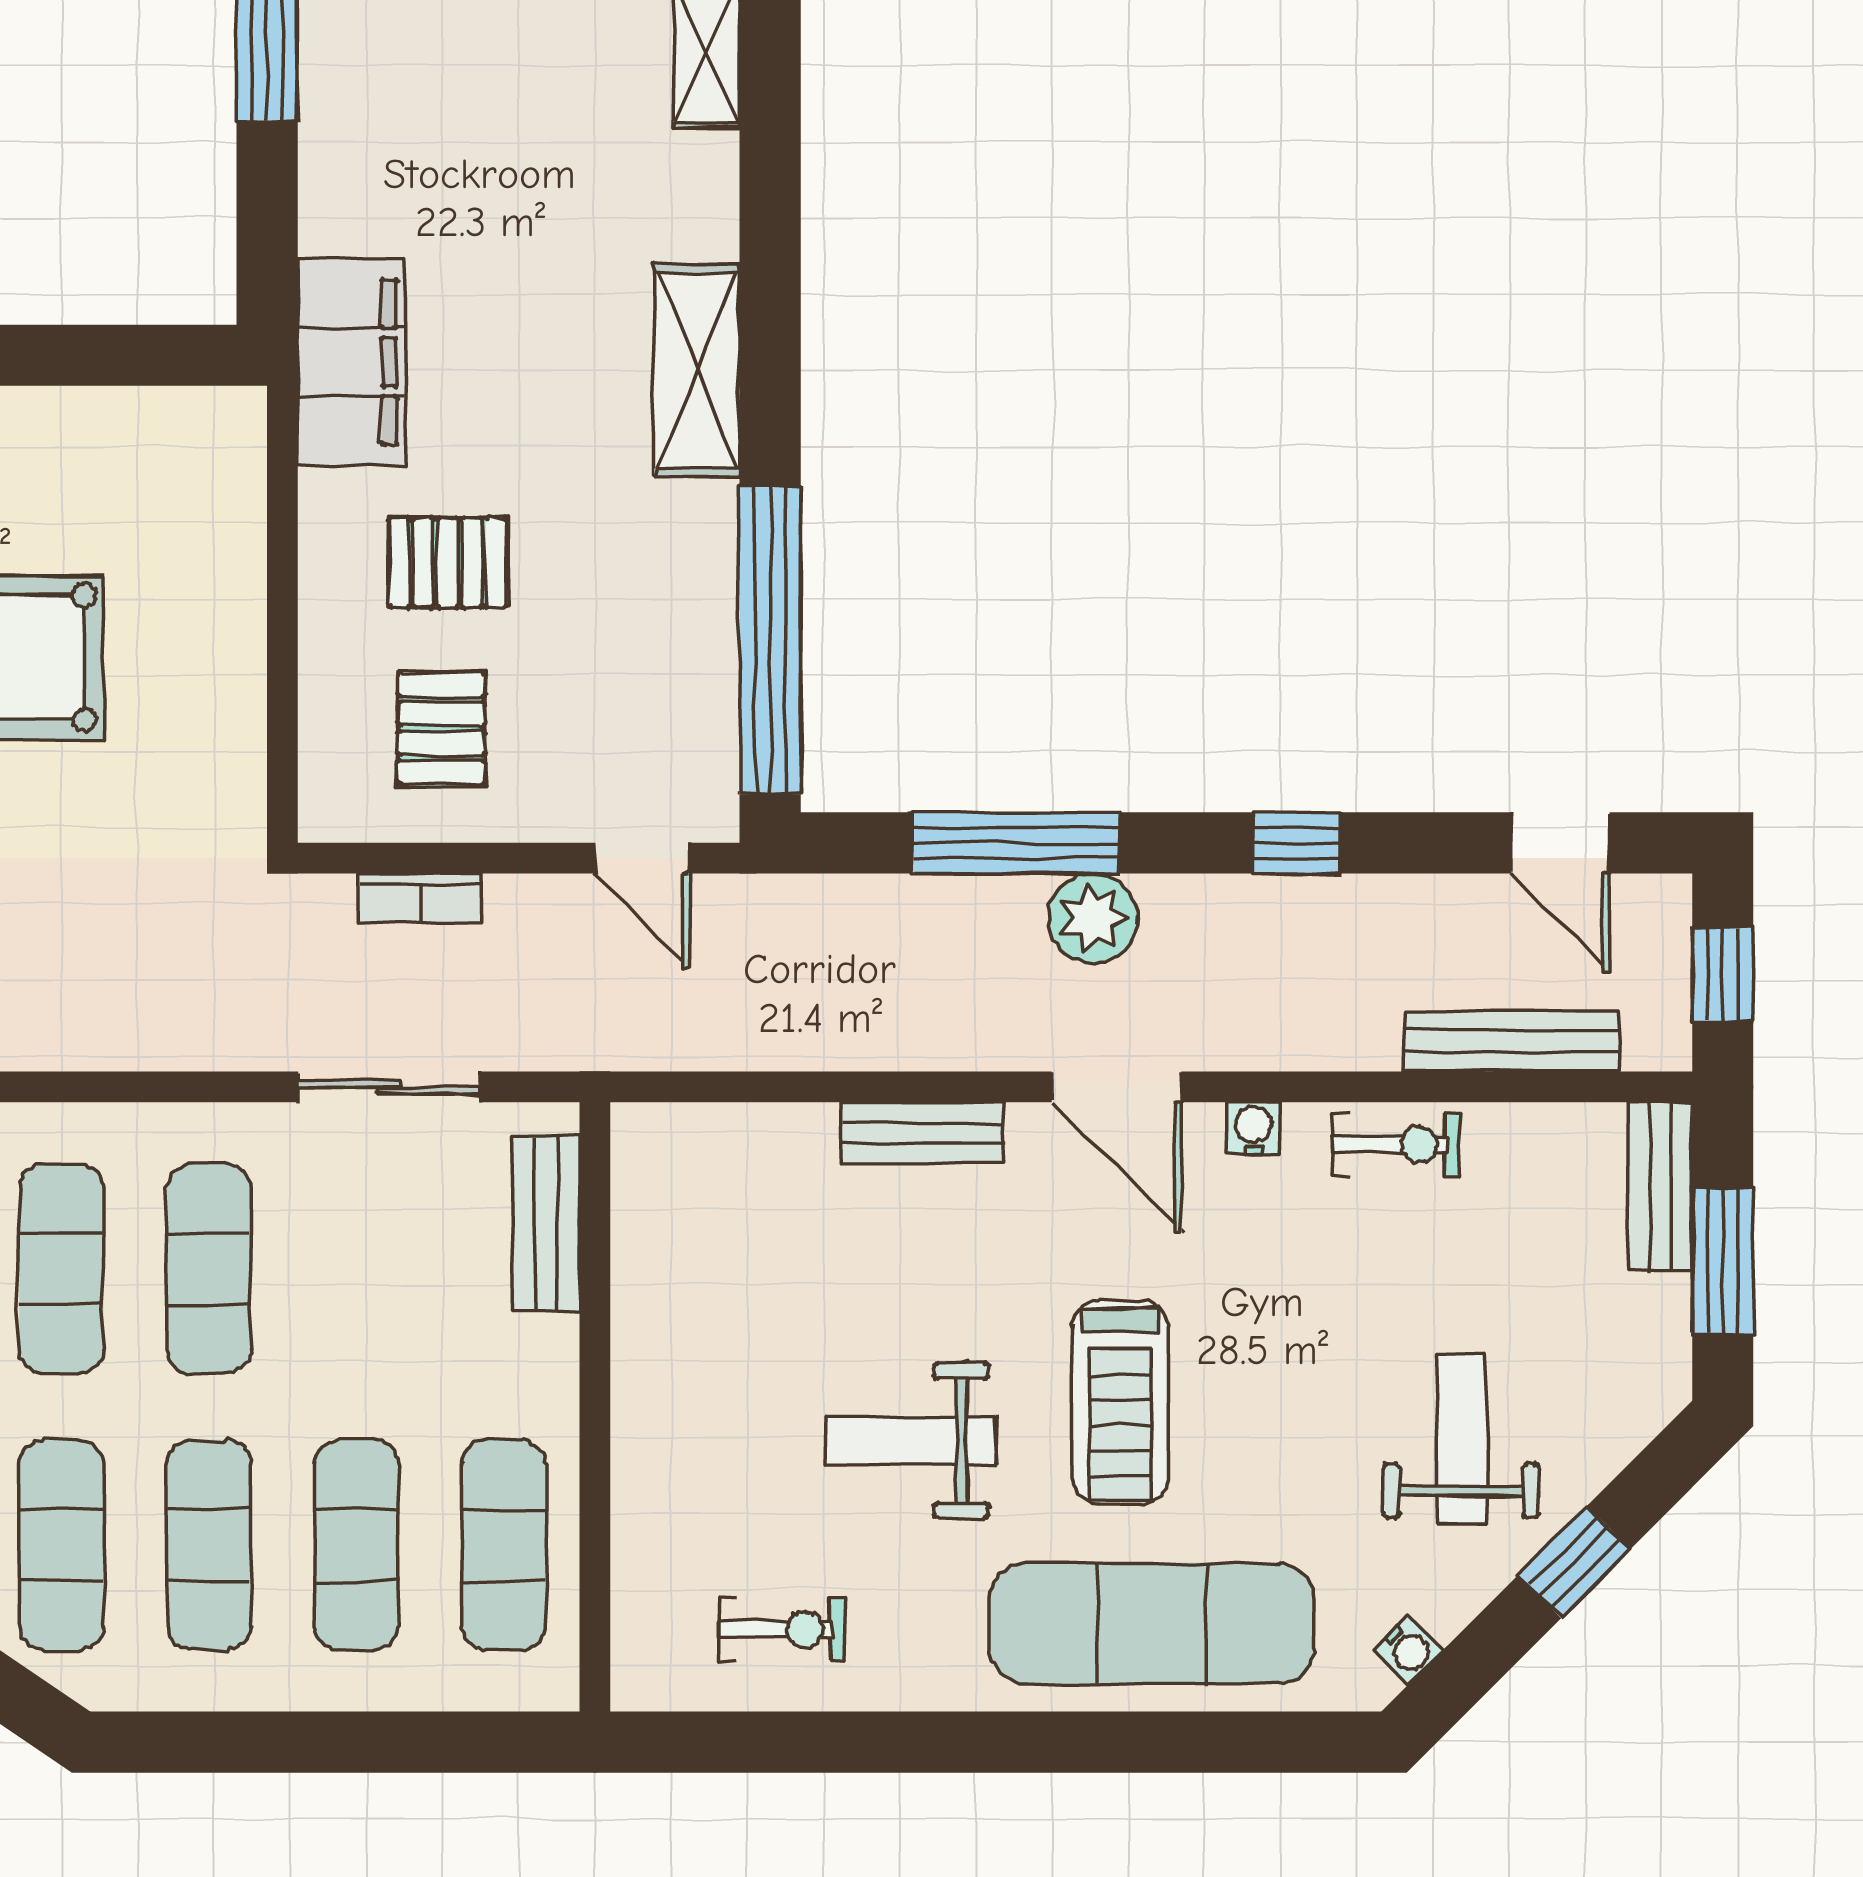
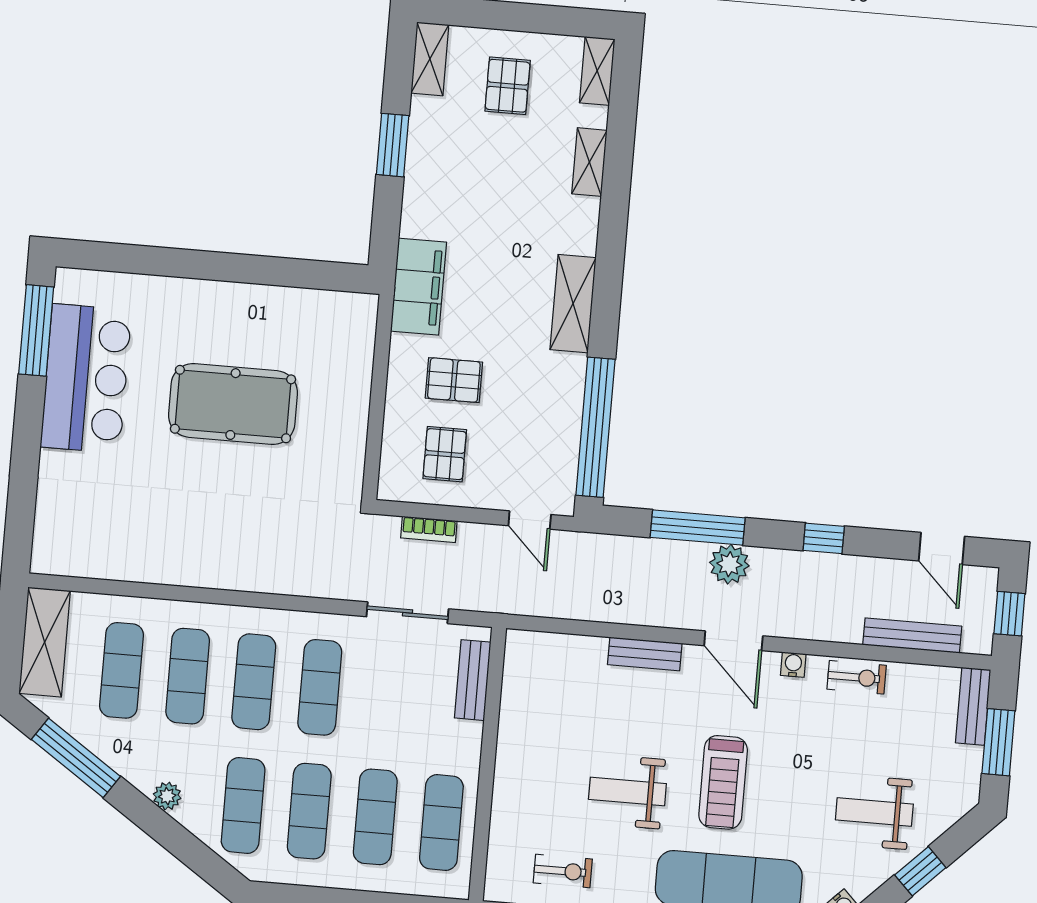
weight bench: (1461, 1439) -> (874, 812), turned -90

